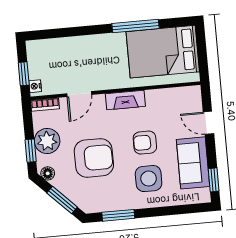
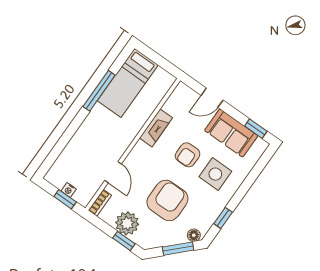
bed: (163, 52) -> (128, 83), width x0.67
nightstand: (35, 86) -> (69, 190), moved
fireplace: (125, 100) -> (156, 128), moved
floor lamp: (48, 173) -> (194, 235), moved
window: (118, 215) -> (223, 218), width x0.67

